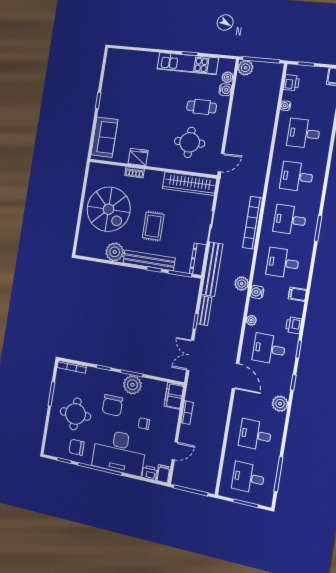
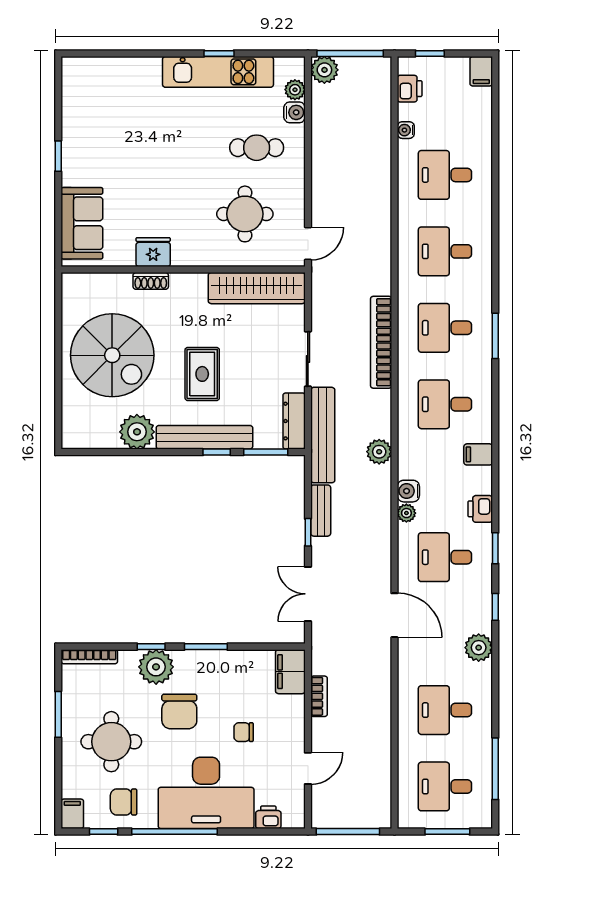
water cooler: (257, 292) -> (408, 491), moved
plant: (132, 385) -> (156, 667), moved
filing cabinet: (163, 474) -> (72, 814), moved

